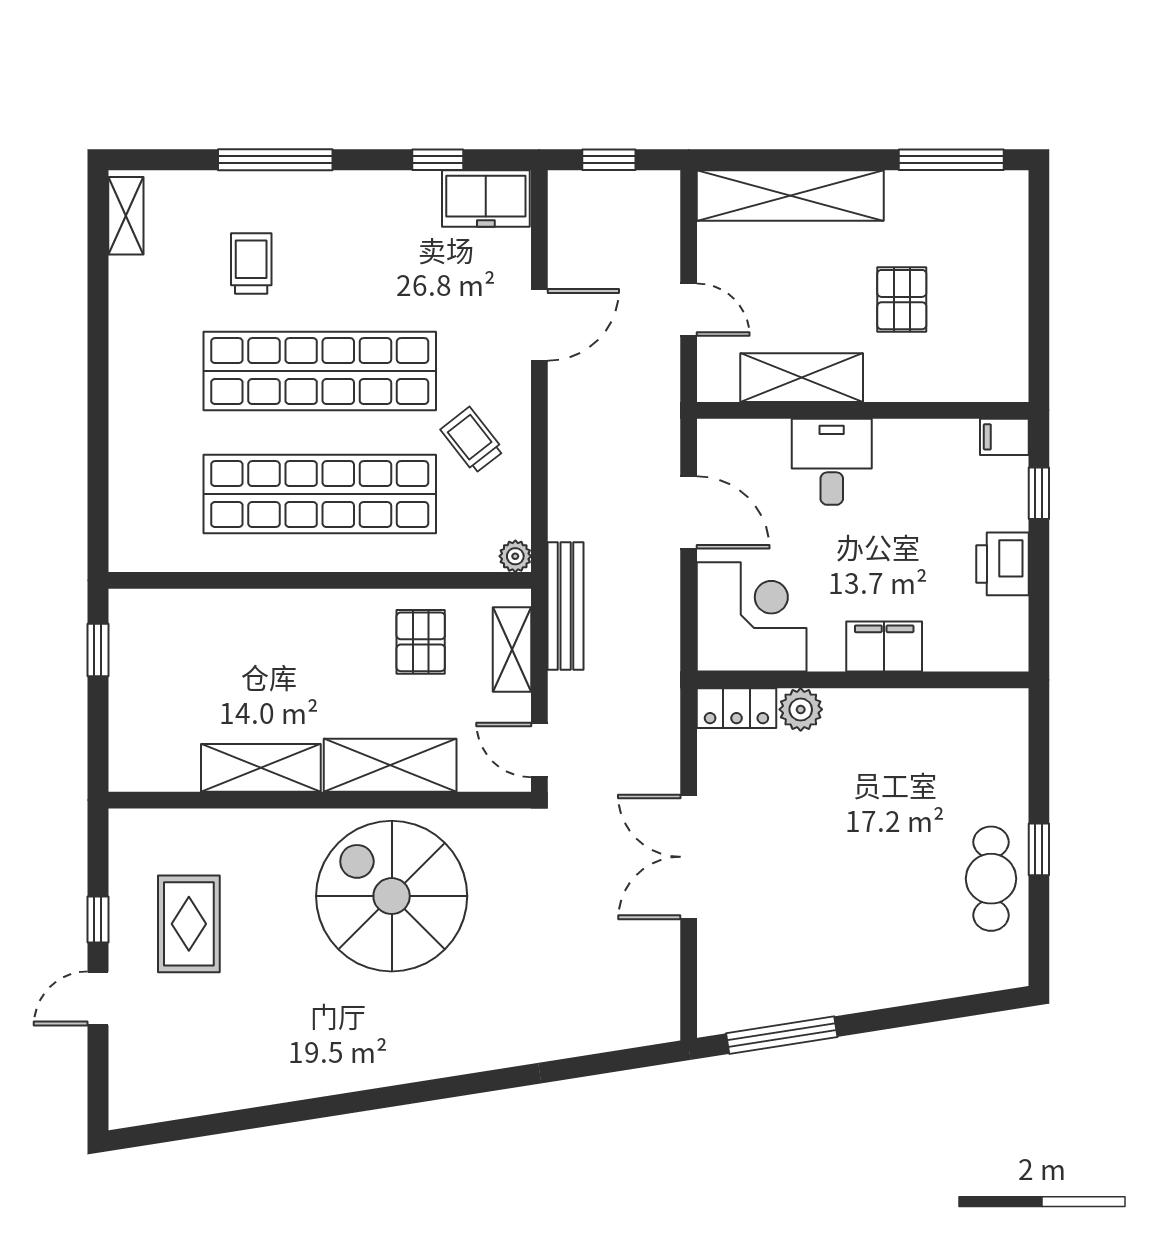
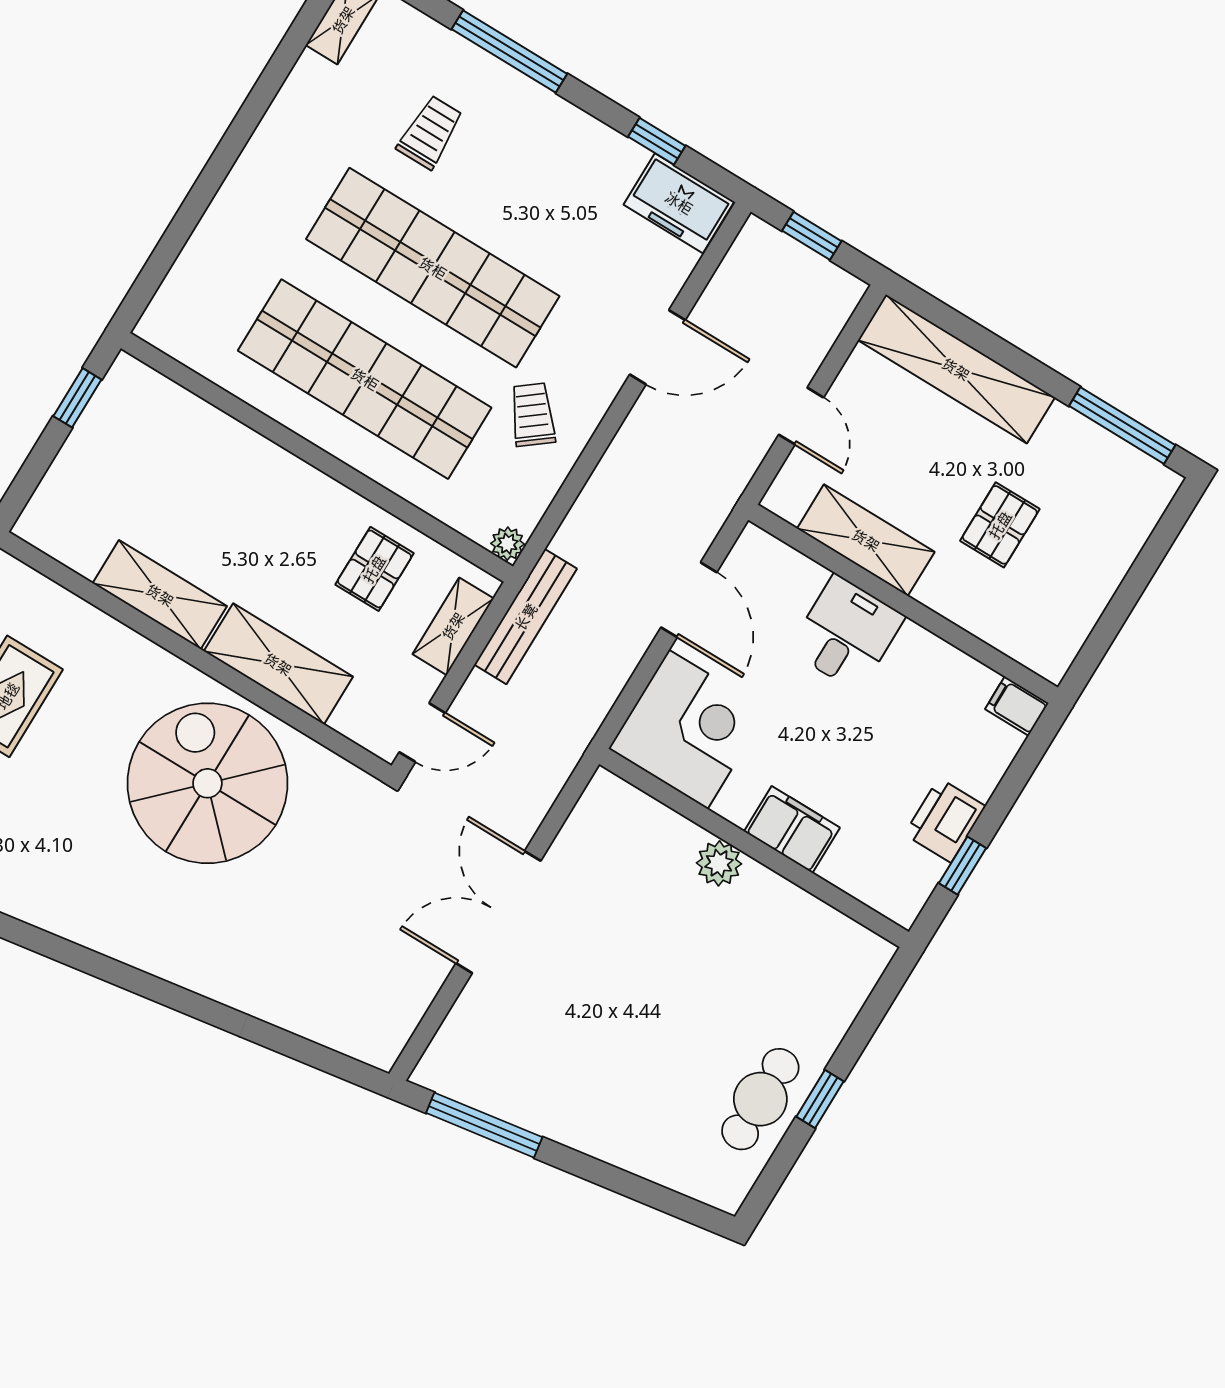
window: (1039, 493) -> (962, 866), moved
locker: (736, 708) -> (624, 804), removed
plant: (801, 709) -> (719, 863), moved
door: (539, 750) -> (422, 733), swing flipped

